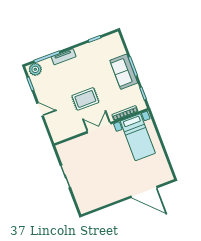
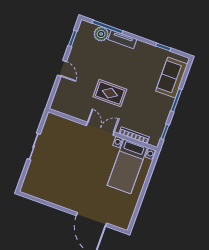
plant: (35, 69) -> (101, 34), moved
sofa: (124, 72) -> (172, 78), moved

